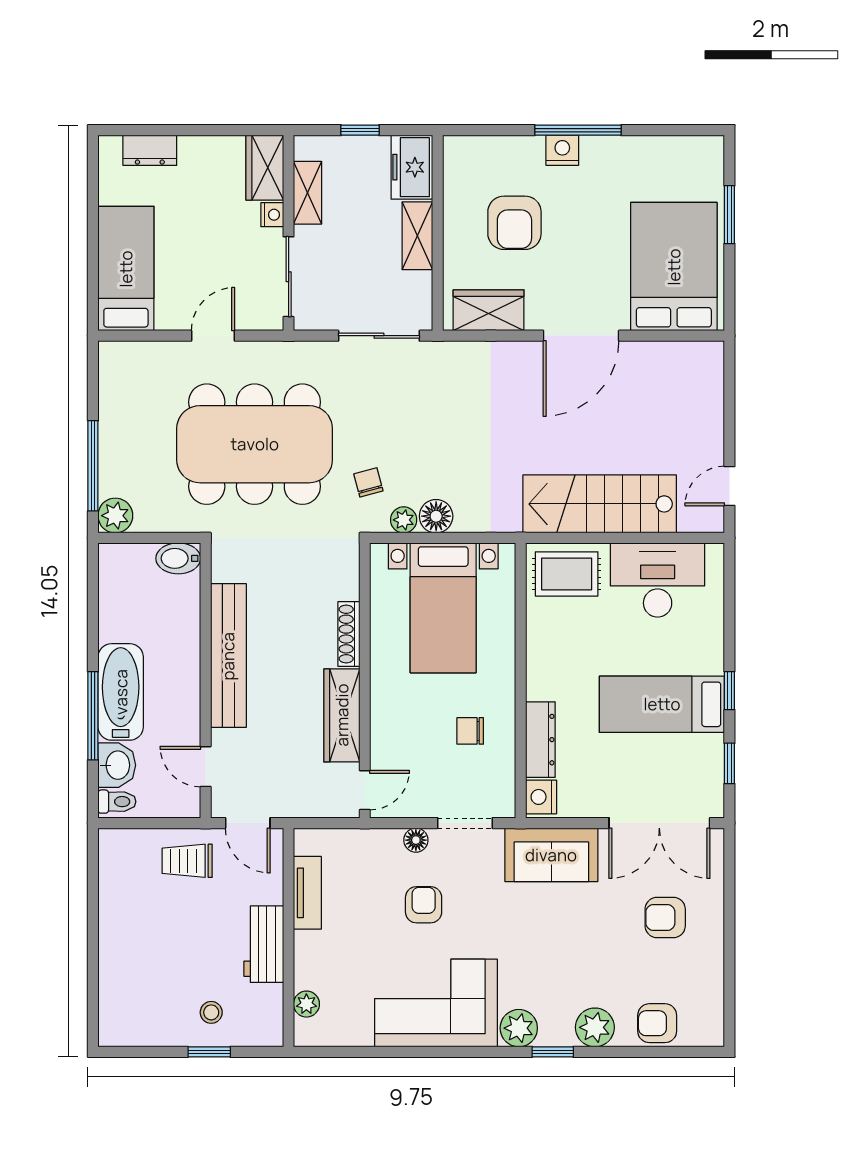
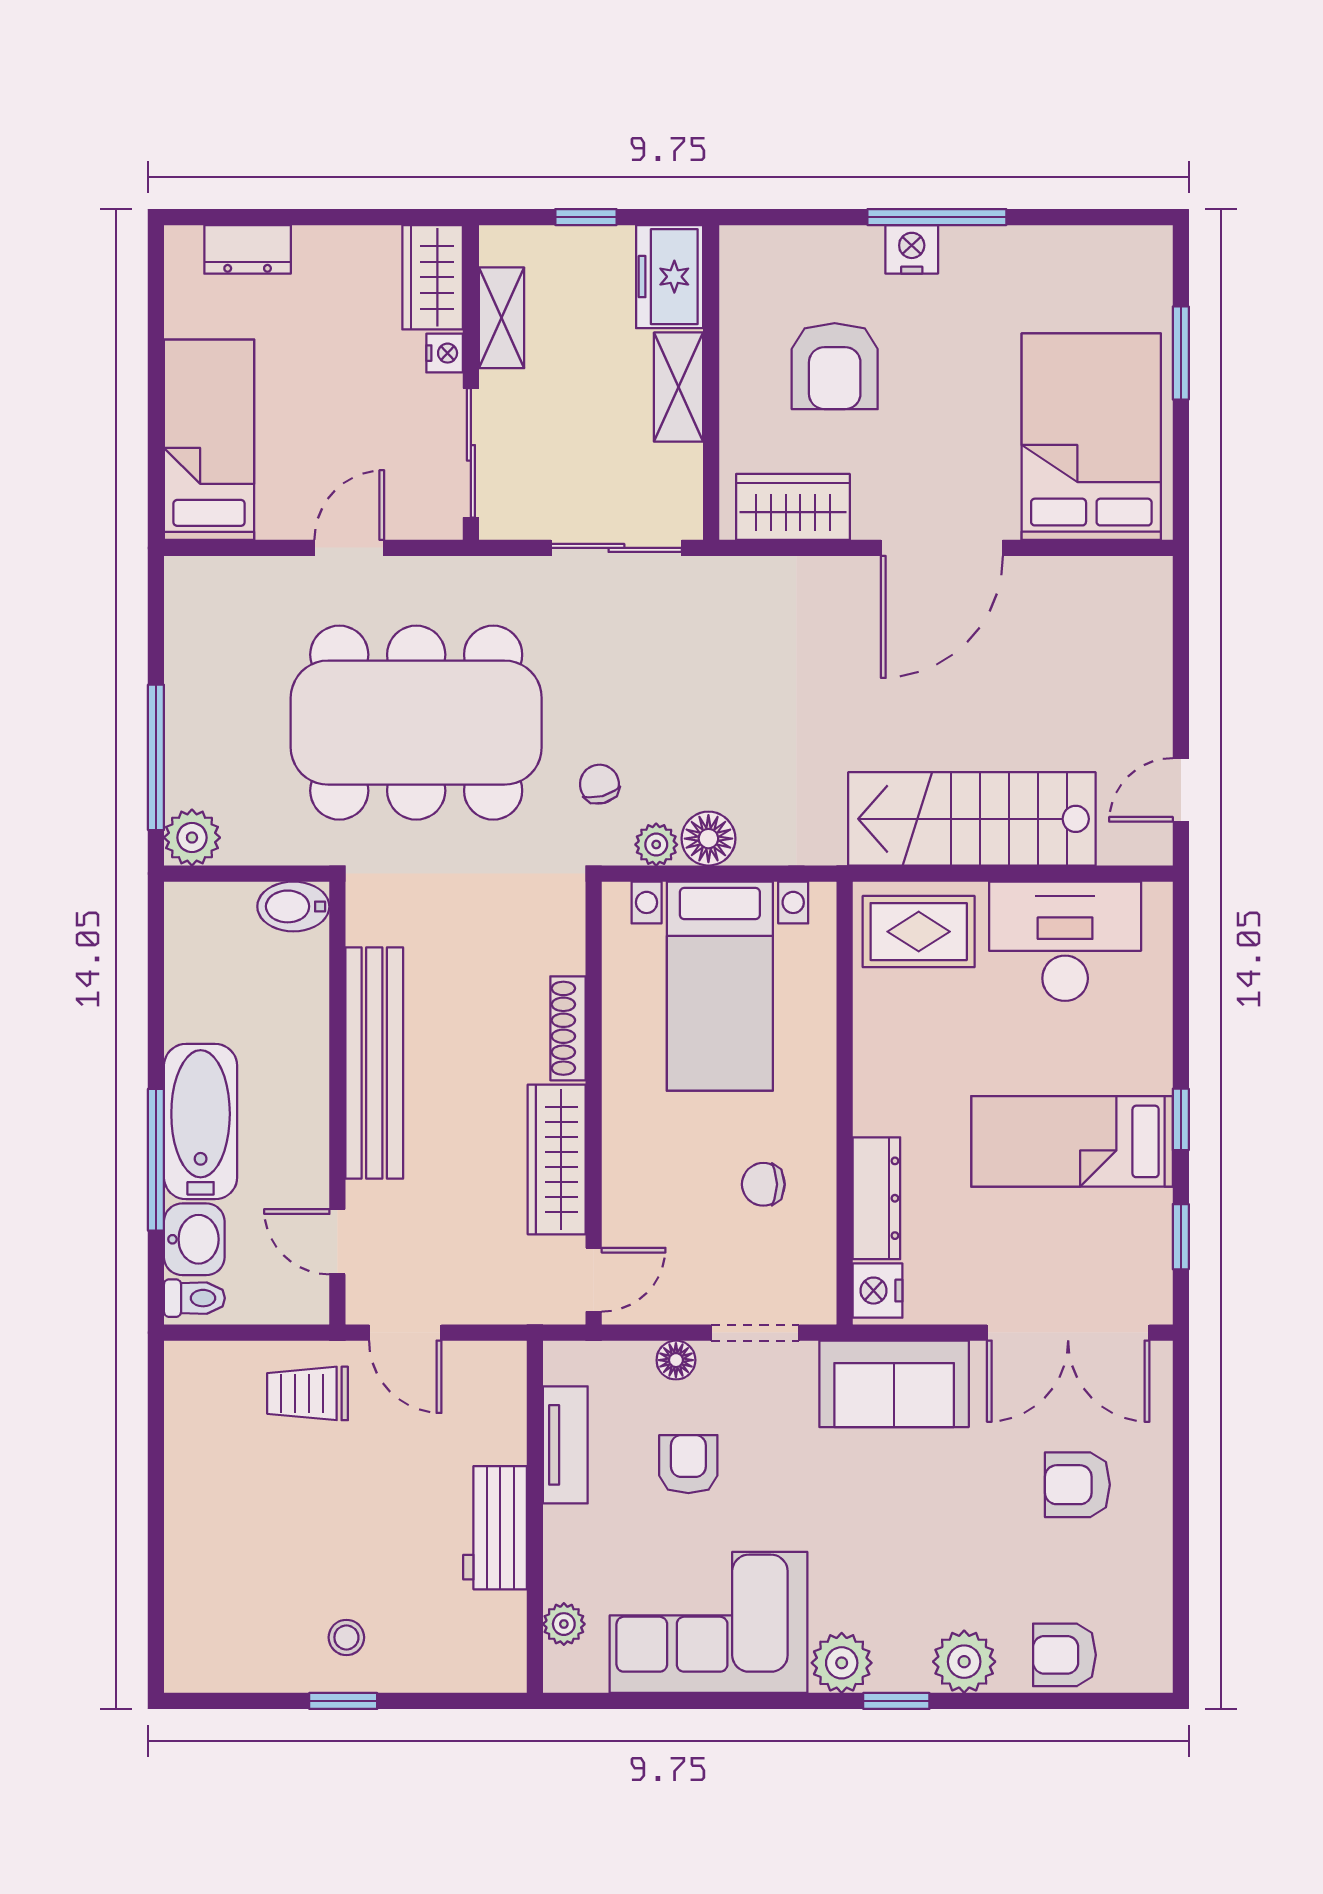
tv unit: (307, 893) -> (565, 1445), moved
wall: (289, 937) -> (535, 1517), moved
workbench: (264, 944) -> (495, 1528), moved
plant: (306, 1004) -> (564, 1624), moved

